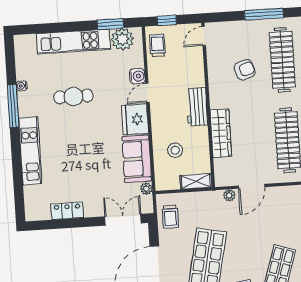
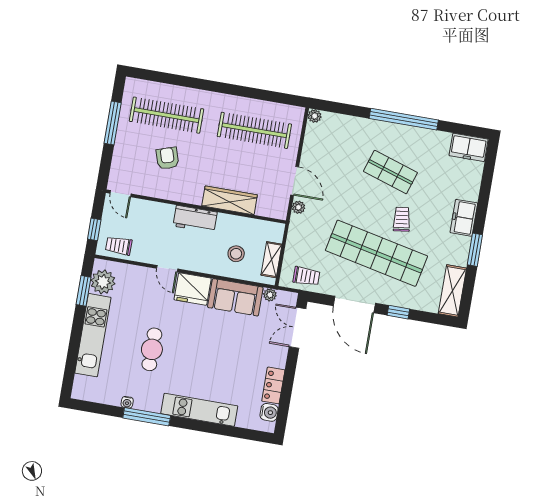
water cooler: (137, 76) -> (269, 412), moved, turned 90
shelving: (196, 181) -> (271, 260), moved

